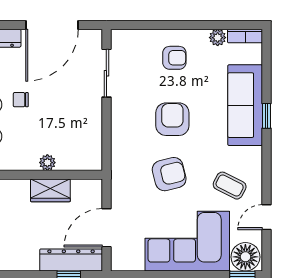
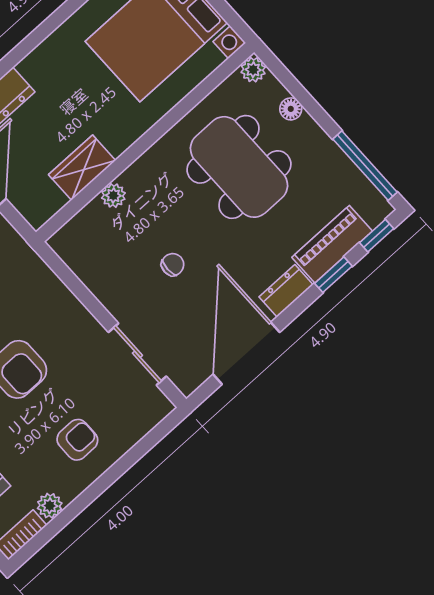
armchair: (174, 58) -> (77, 440), turned 180
chair: (21, 100) -> (173, 265), moved

